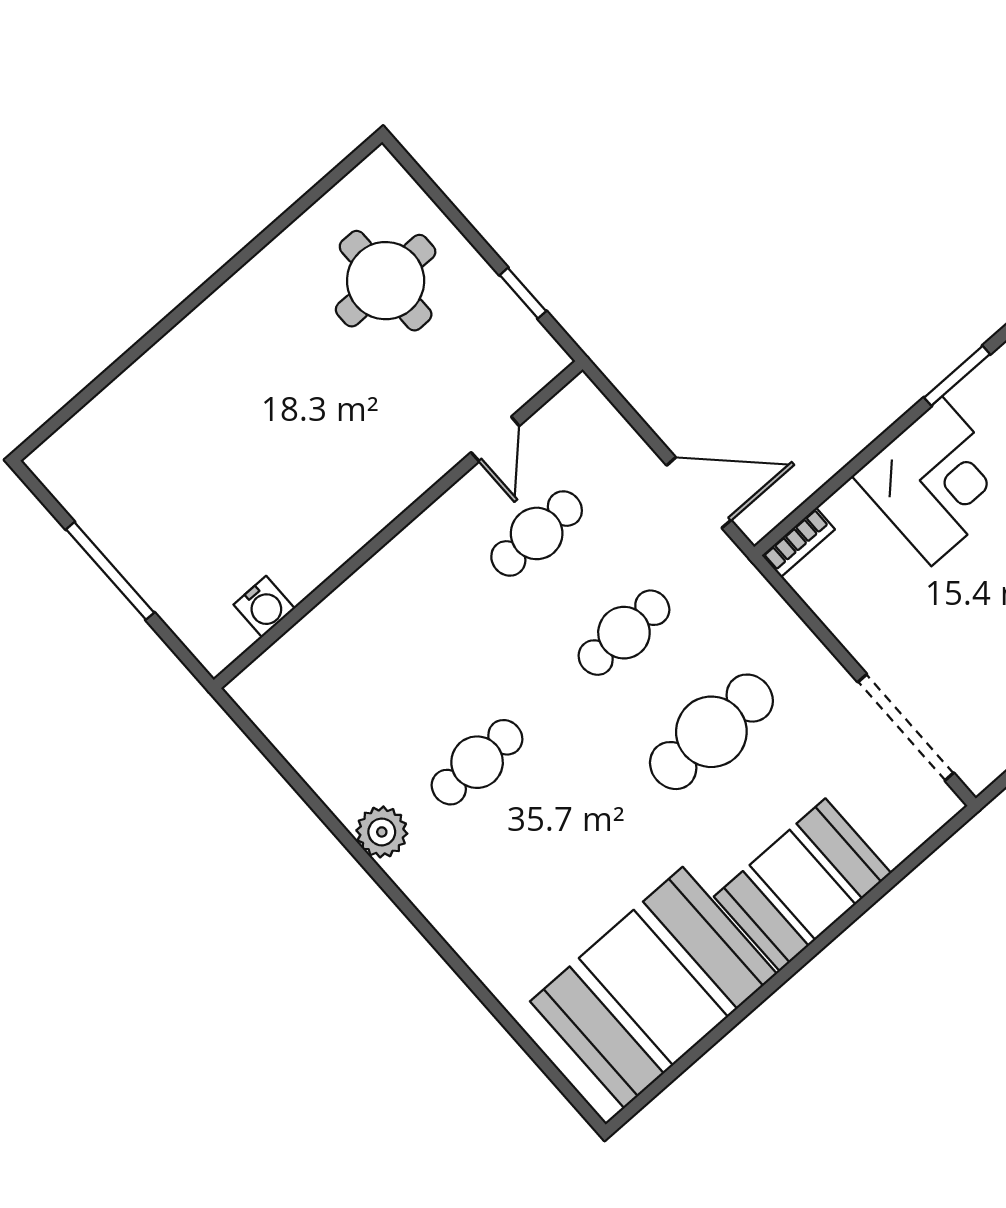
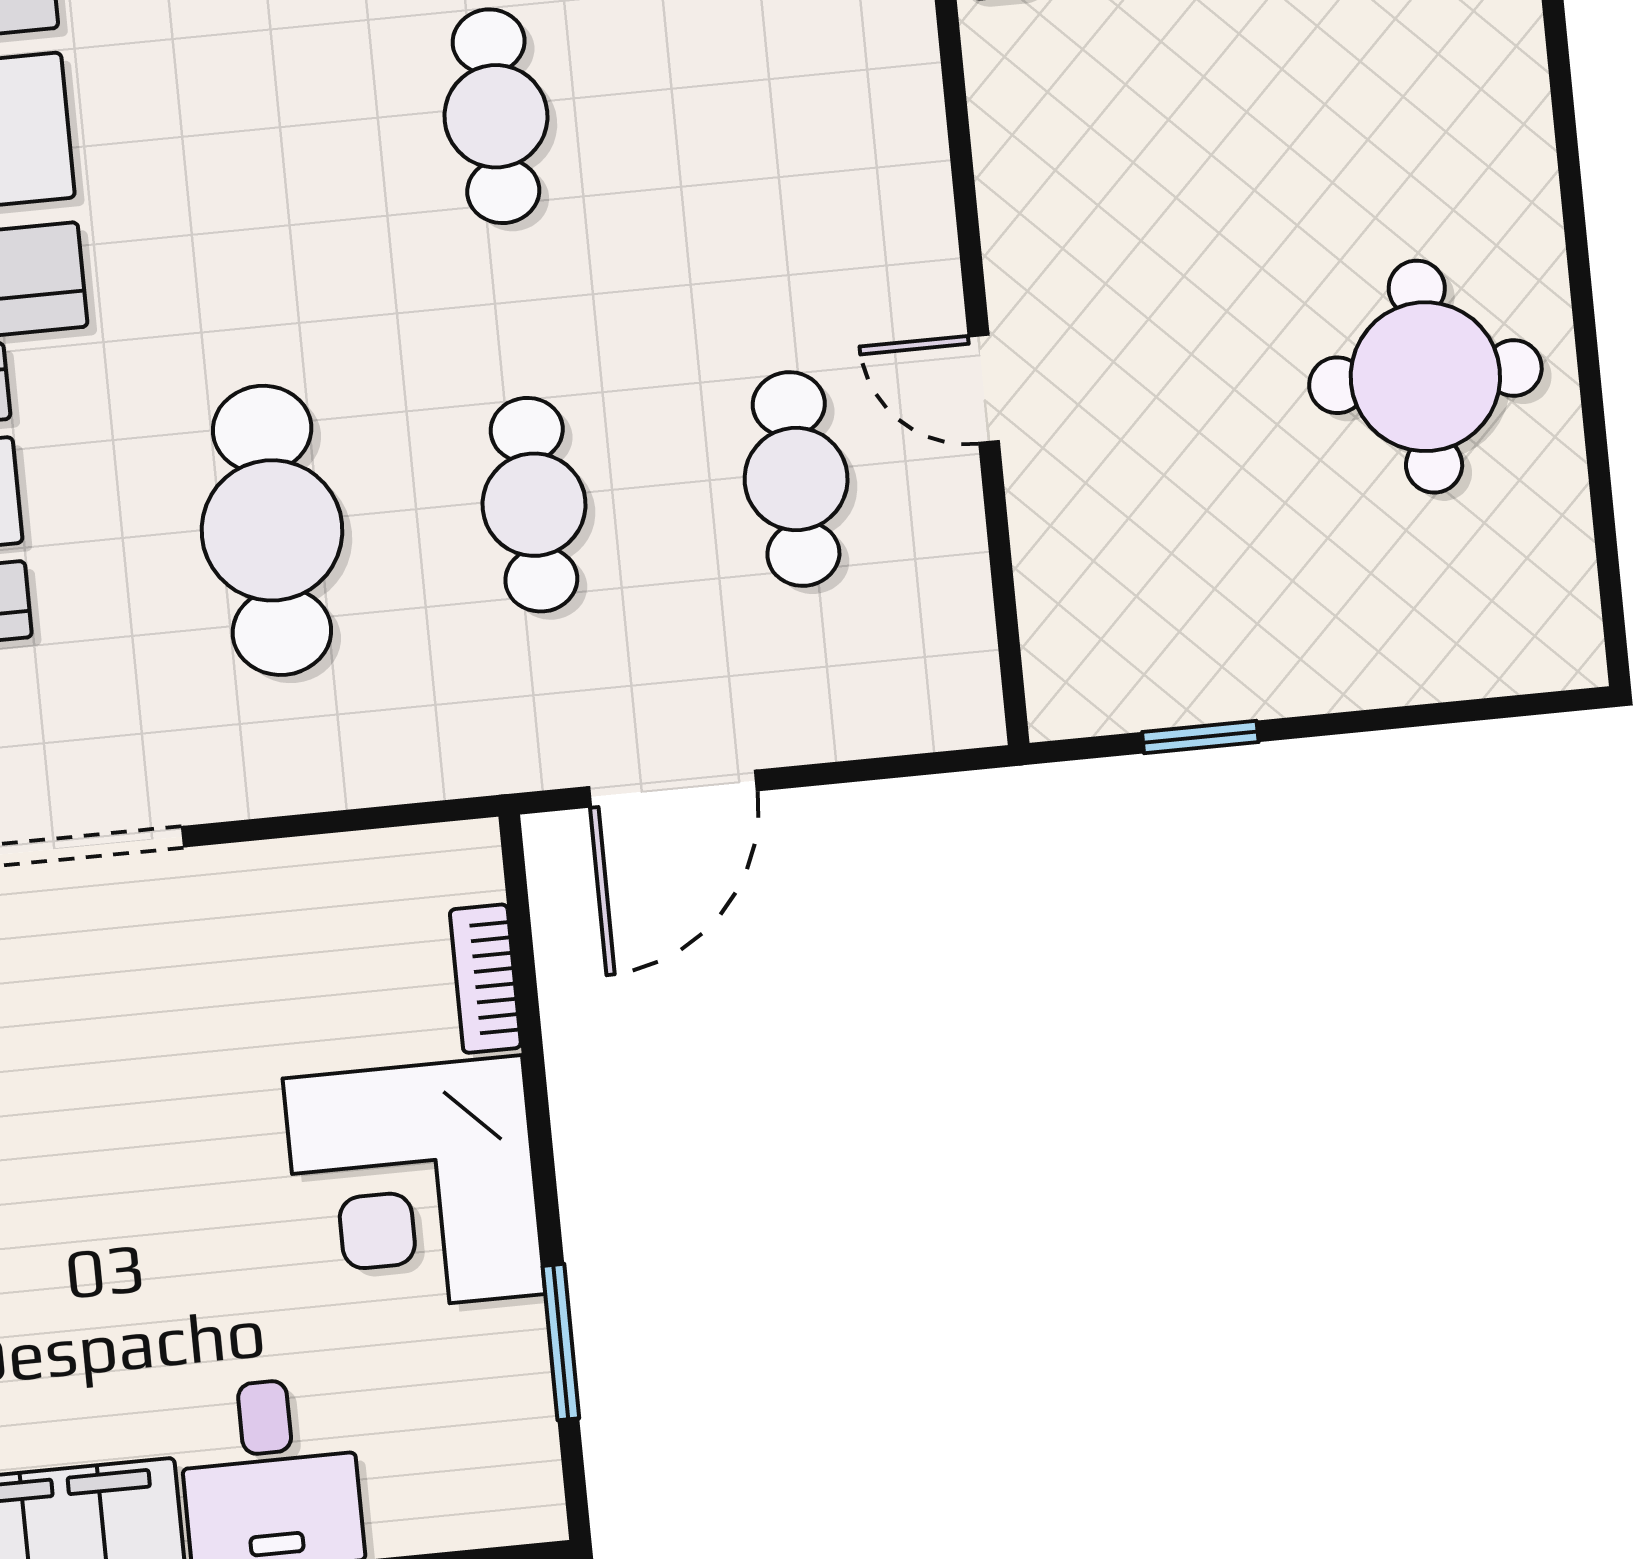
round table: (386, 281) -> (1425, 377), moved
door: (495, 439) -> (984, 389), moved
bookcase: (798, 542) -> (485, 979), moved

